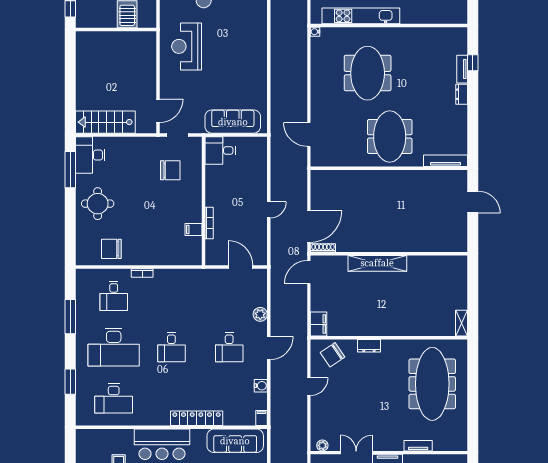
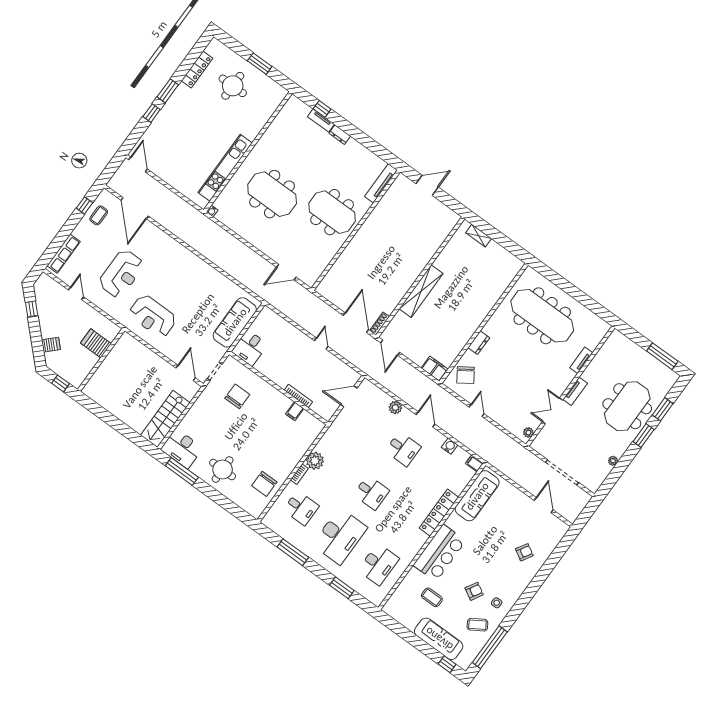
plant: (163, 278) -> (315, 461), added
shelving: (462, 323) -> (479, 236), moved

